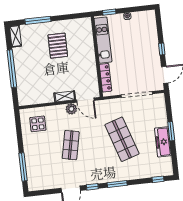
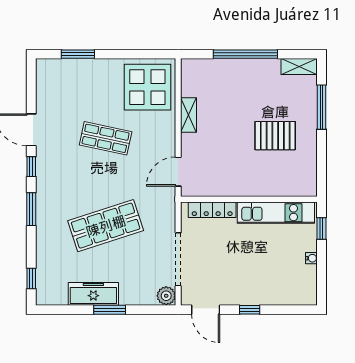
shelving: (65, 96) -> (189, 115), moved
plant: (71, 109) -> (166, 296), moved
display table: (38, 124) -> (147, 87), width x1.86, depth x1.86
window: (23, 167) -> (78, 54), width x0.69

